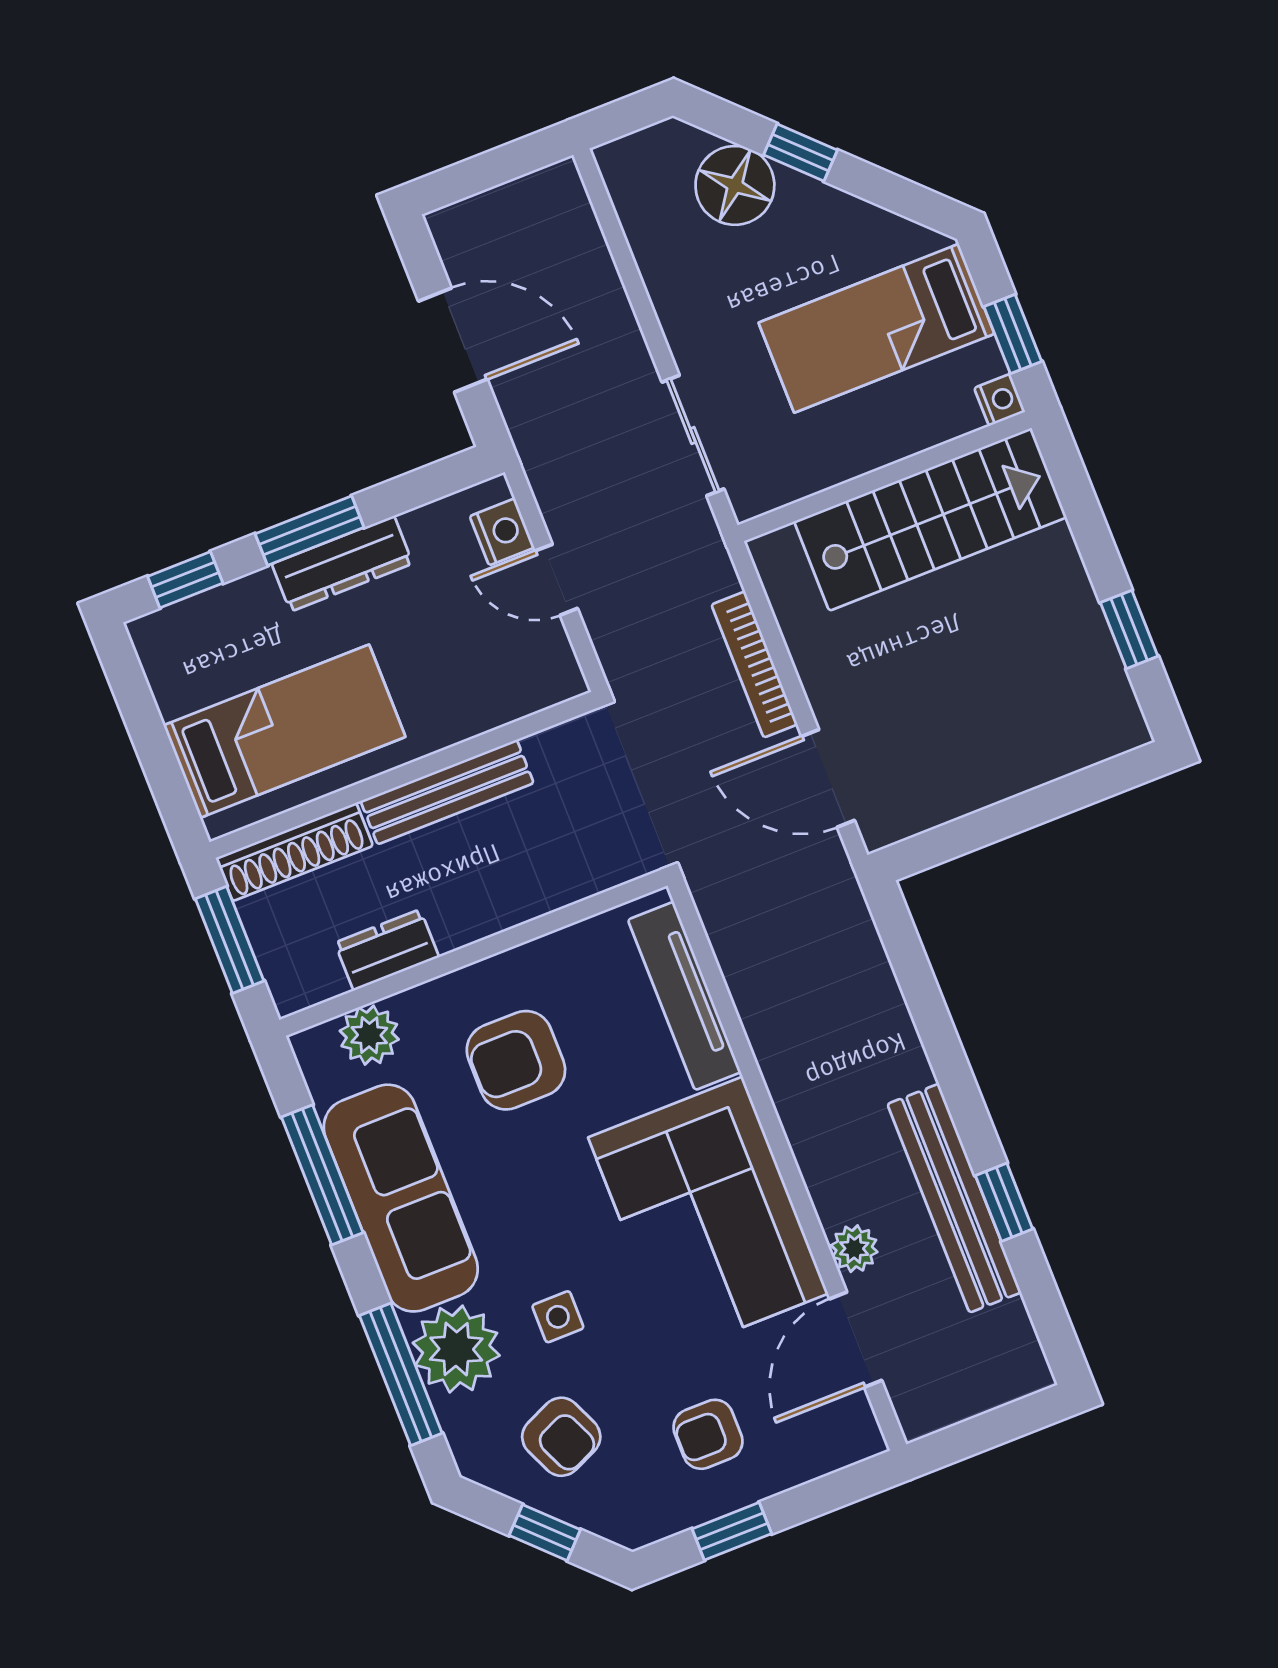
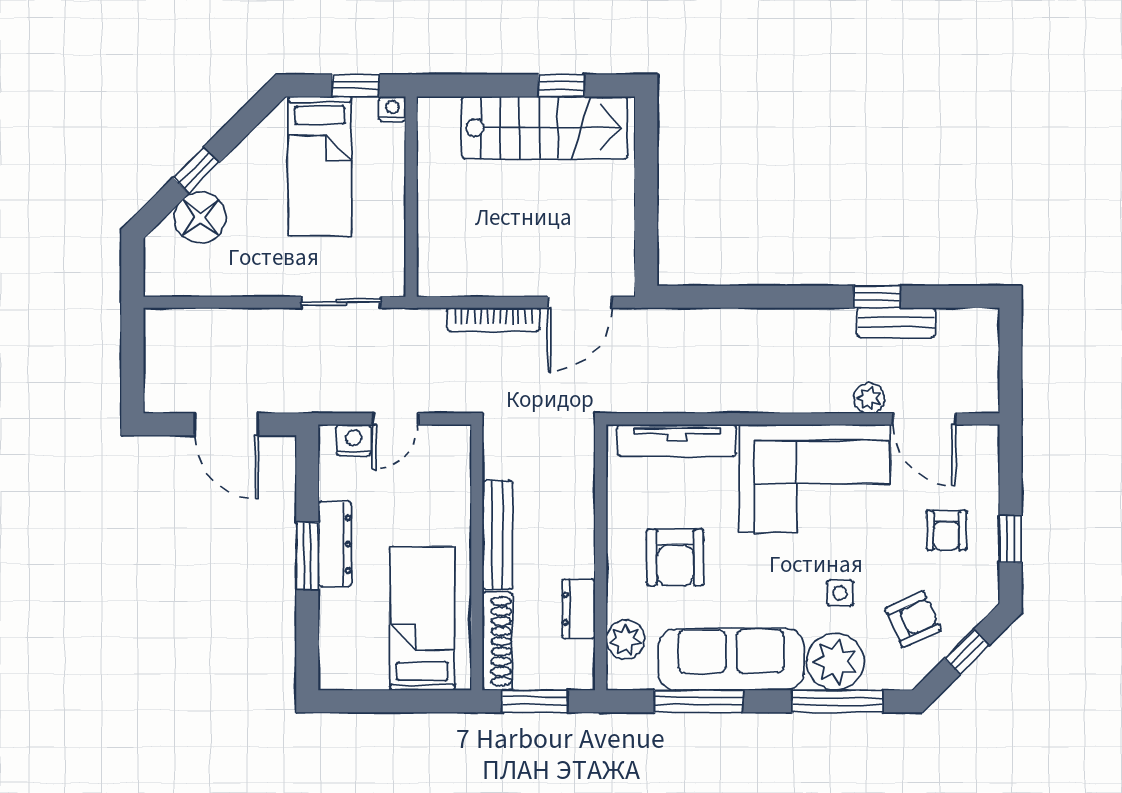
door: (453, 340) -> (226, 424), swing flipped
stairs: (930, 519) -> (545, 128), moved, turned 90
window: (185, 580) -> (307, 642), removed
bench: (954, 1198) -> (896, 323), width x0.54, depth x0.82

